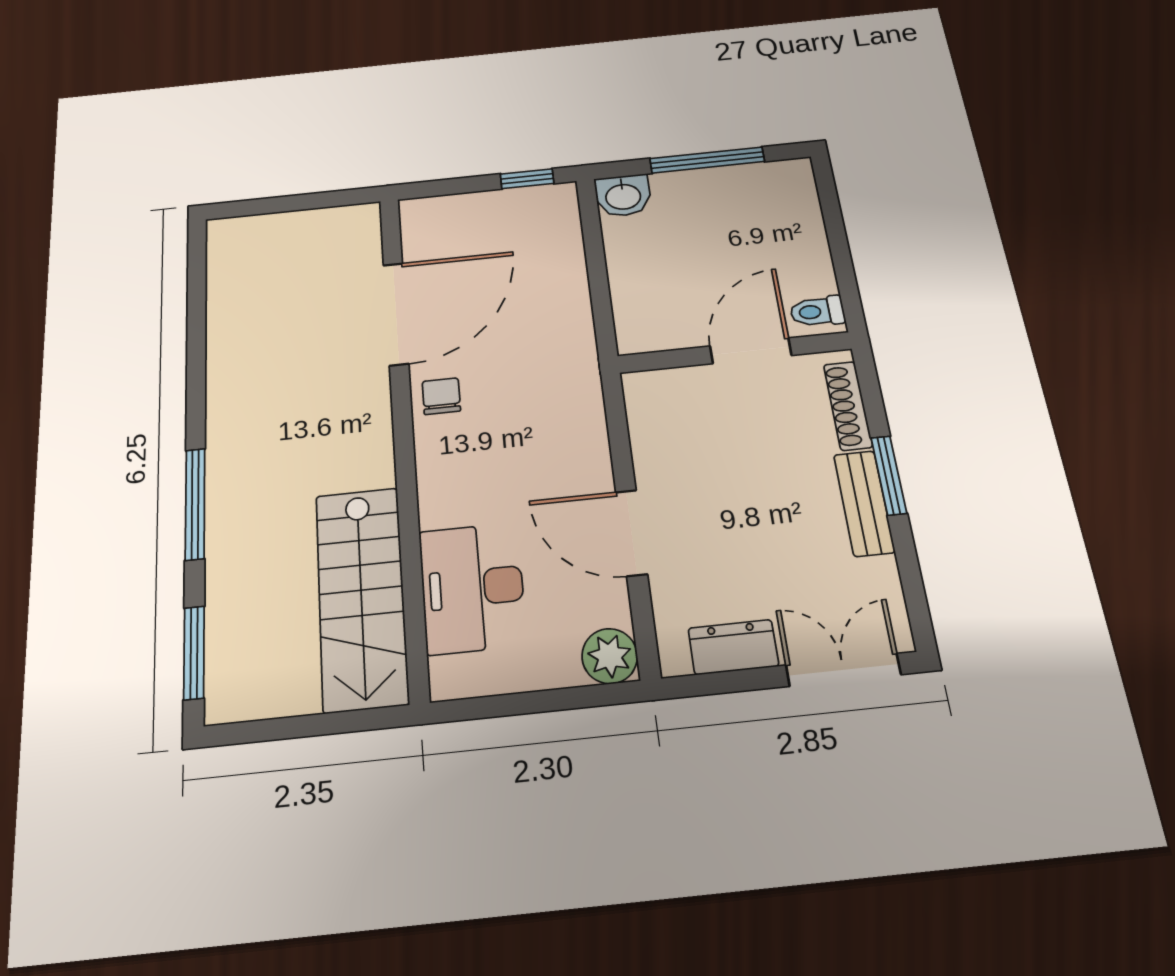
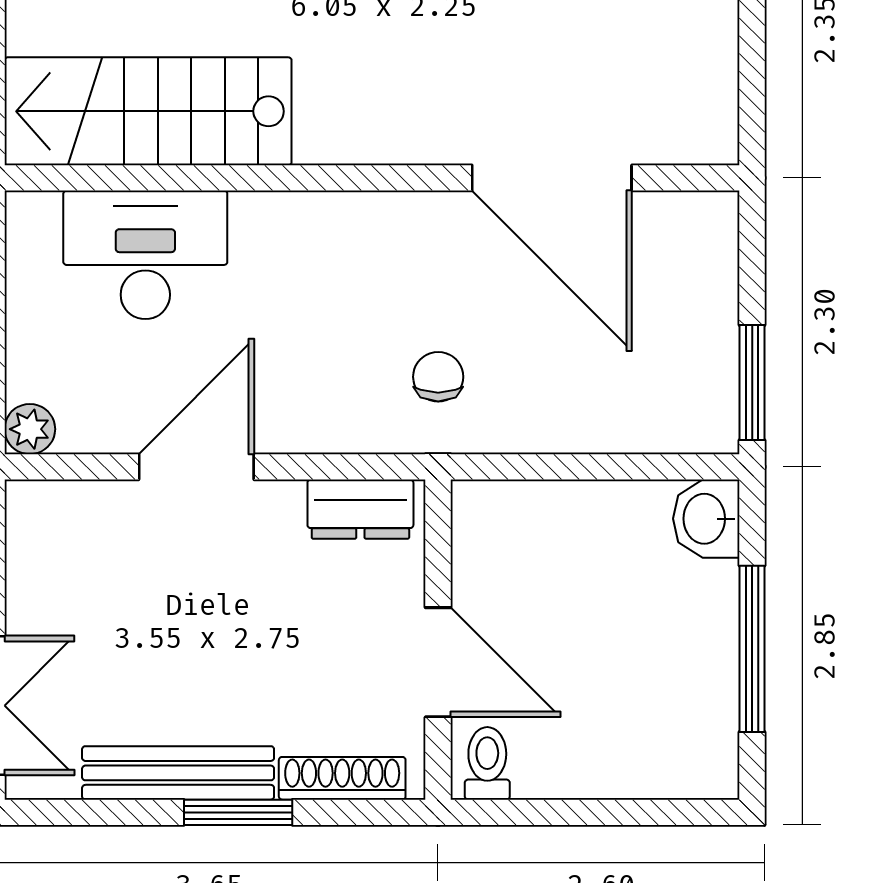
window: (527, 179) -> (752, 383), width x1.50
chair: (441, 396) -> (438, 377), moved, turned -90
bench: (864, 503) -> (178, 773), width x1.36
dresser: (733, 647) -> (360, 509), moved, turned 90
plant: (610, 656) -> (30, 429), width x0.73, depth x0.73

